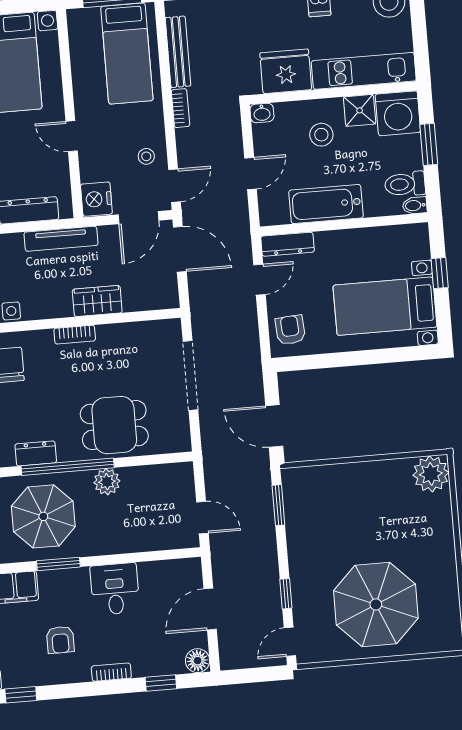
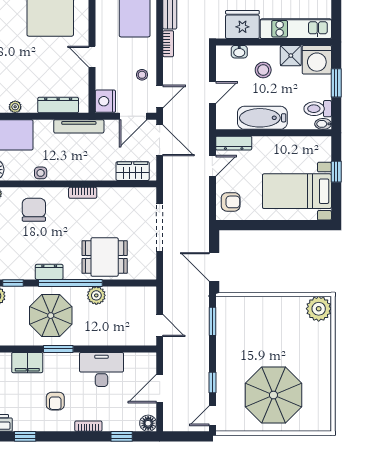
washbasin: (262, 113) -> (239, 52), moved
wardrobe: (97, 301) -> (133, 171), moved
armchair: (290, 330) -> (231, 202), turned 94
desk: (115, 589) -> (101, 369), width x1.37

